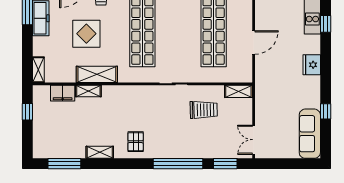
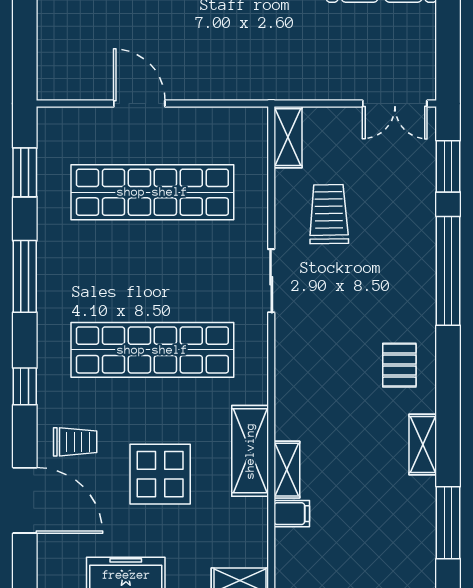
door: (254, 42) -> (139, 104), moved
filing cabinet: (63, 93) -> (292, 514), width x0.50
pallet: (136, 142) -> (399, 365), turned 90

